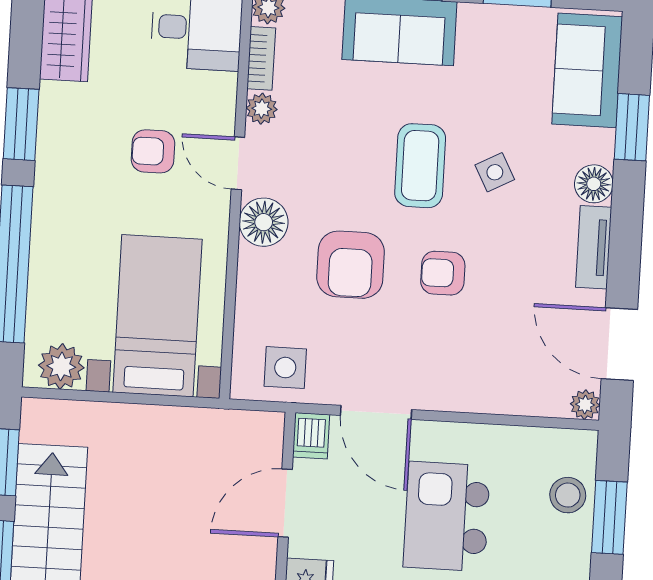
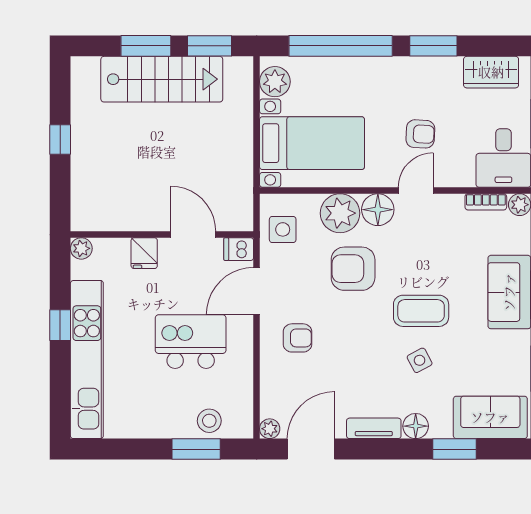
plant: (262, 109) -> (340, 213), moved, width x1.88, depth x1.88
armchair: (153, 151) -> (420, 134), turned 93
armchair: (443, 273) -> (298, 338), moved, turned 90

